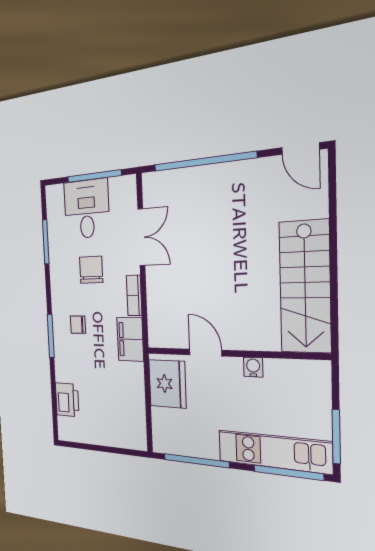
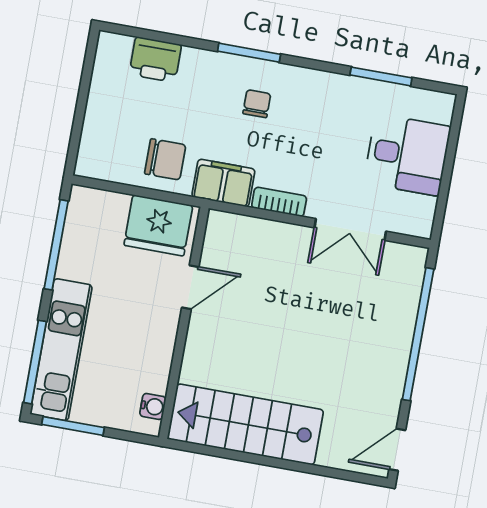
window: (94, 176) -> (446, 177), removed
chair: (91, 270) -> (165, 159), moved
water cooler: (253, 367) -> (153, 406), moved

